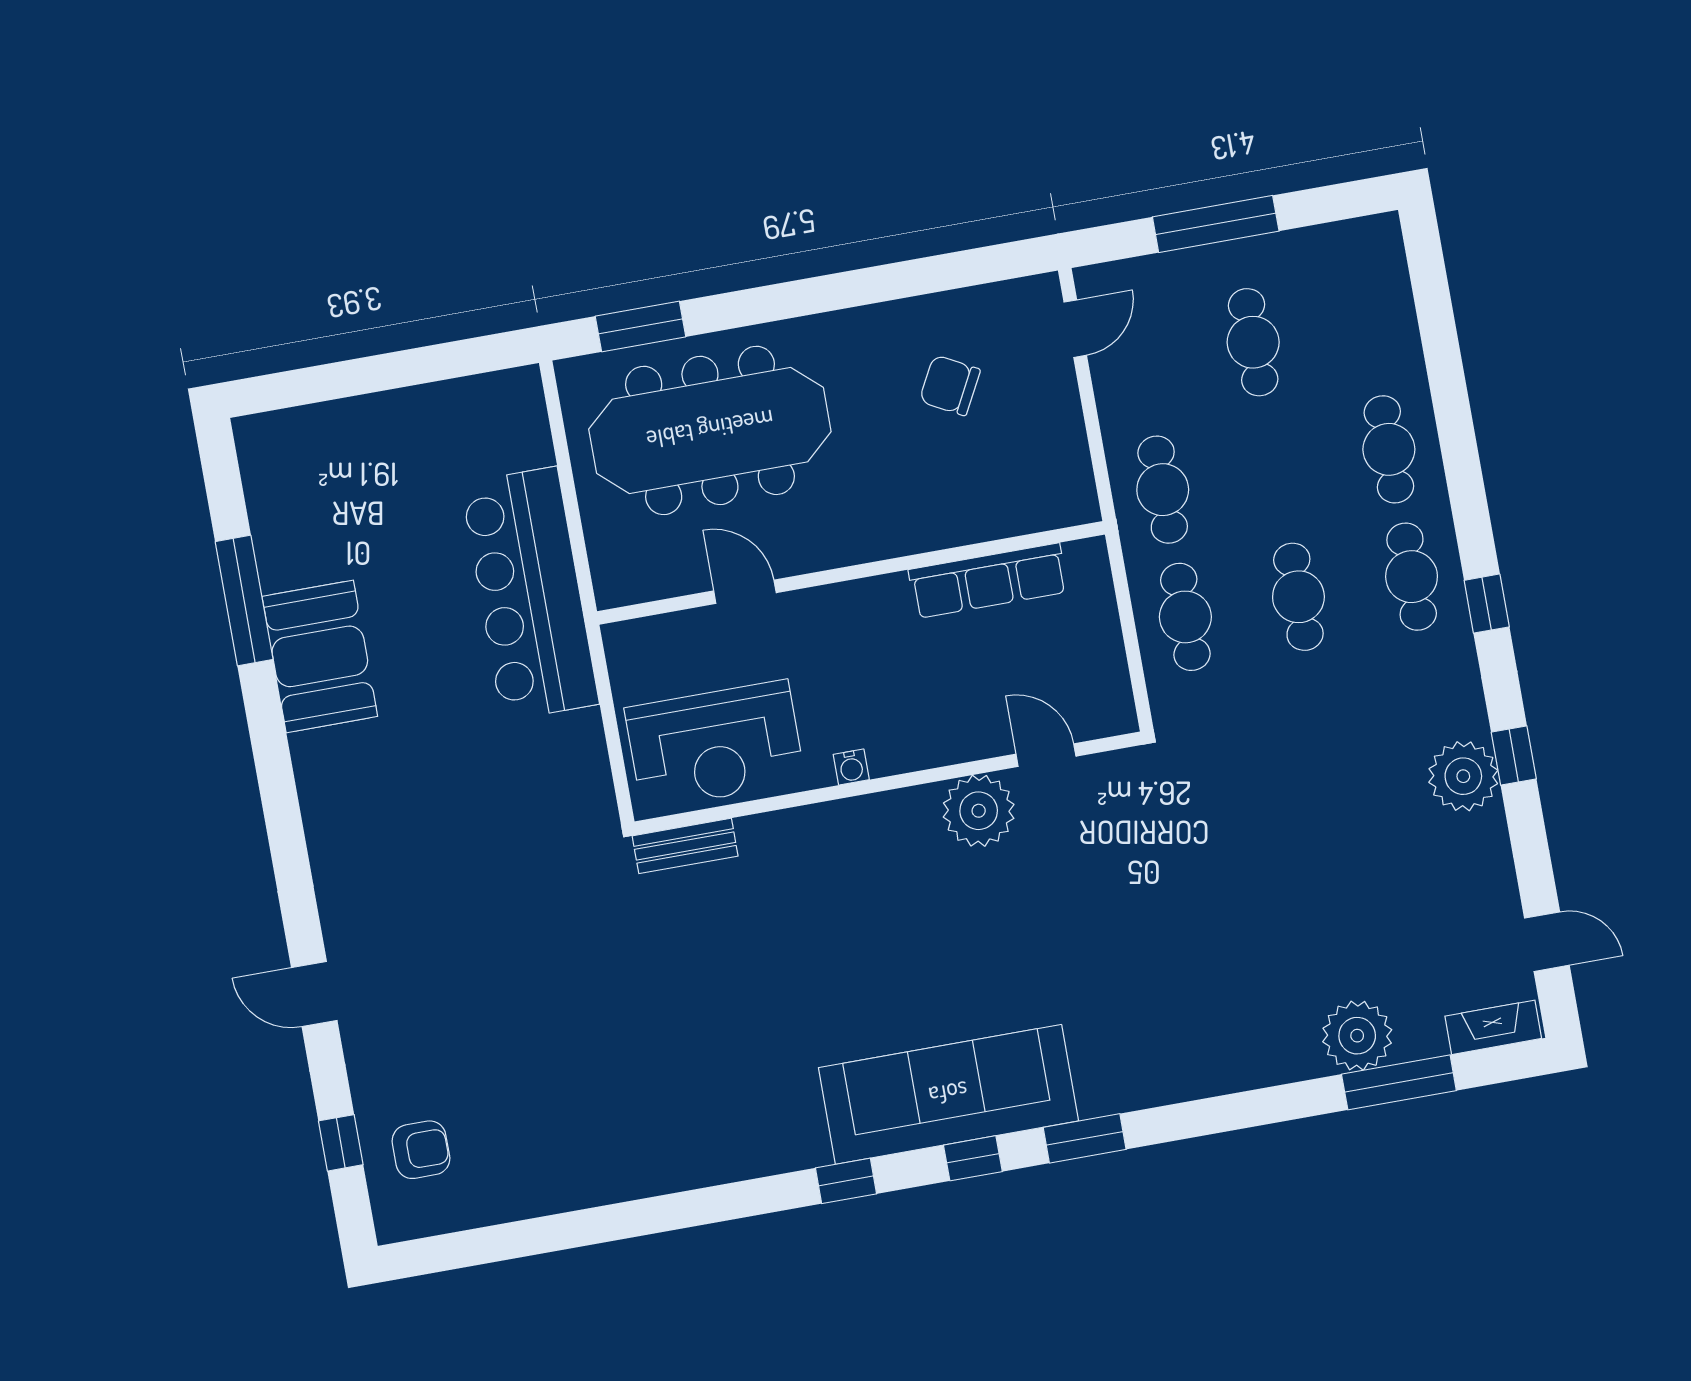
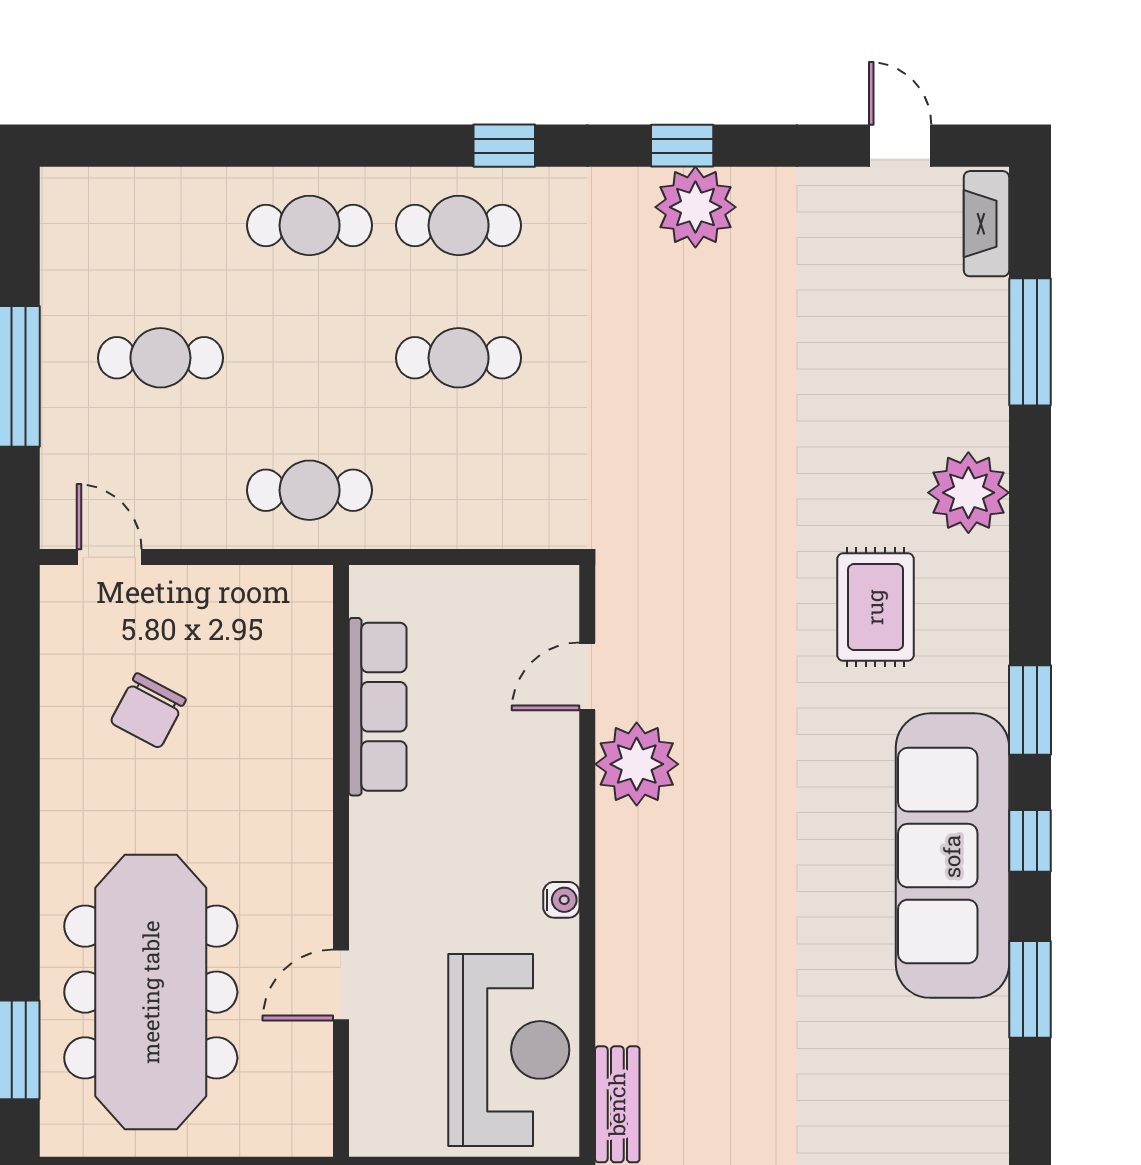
cafe table: (1185, 617) -> (459, 490), removed
door: (1547, 942) -> (900, 146), hinge flipped
rug: (1149, 991) -> (875, 607), added
plant: (1357, 1036) -> (968, 493), moved
window: (846, 1181) -> (1030, 989), width x1.50

